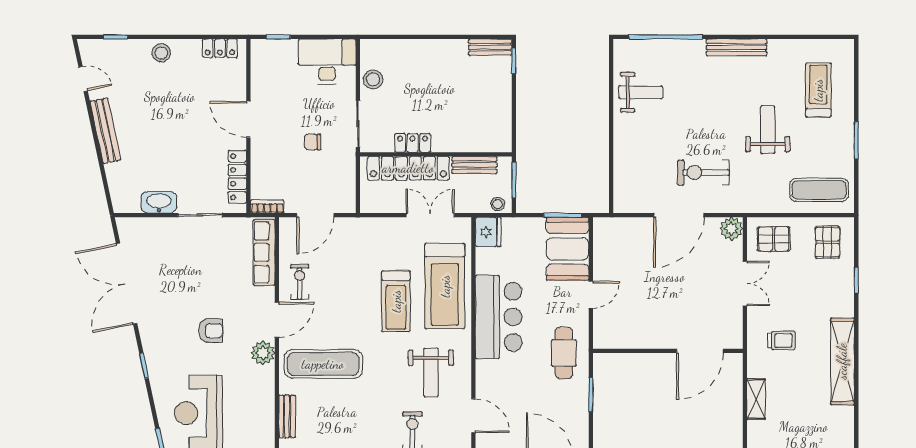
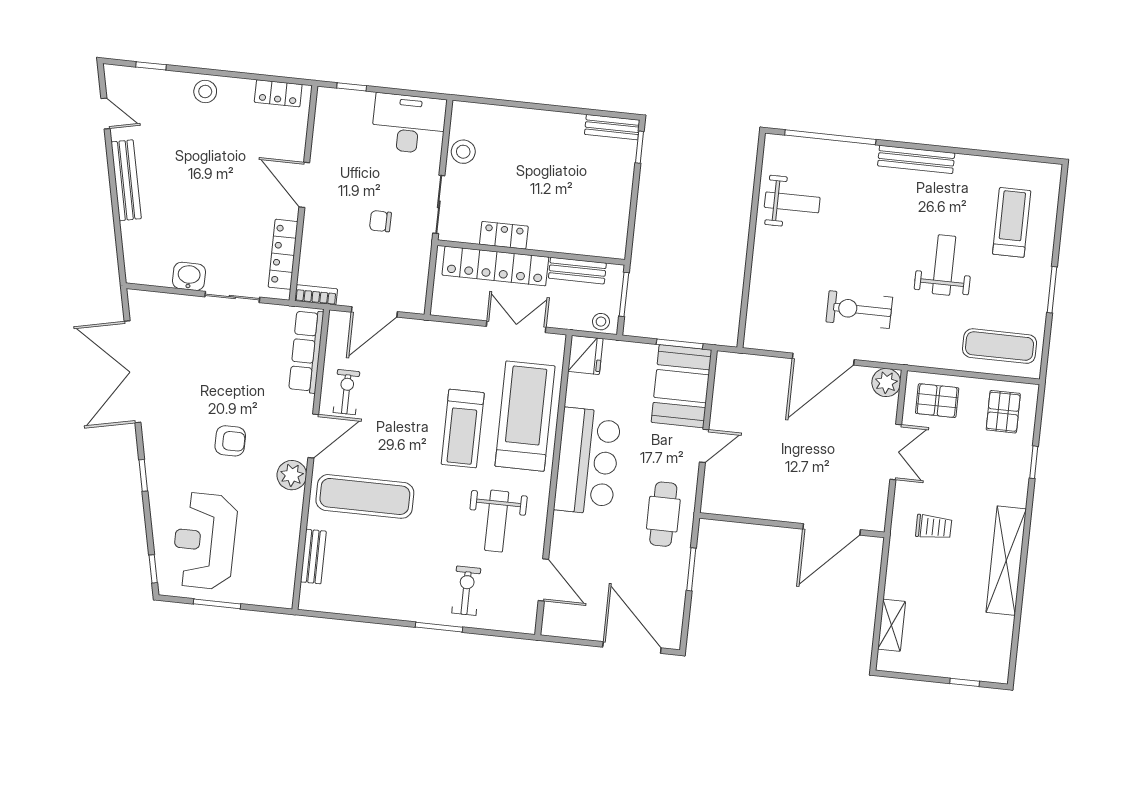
washbasin: (159, 202) -> (189, 276), width x0.72
treadmill: (445, 286) -> (525, 416), turned 180
shelving: (756, 399) -> (891, 625), moved

